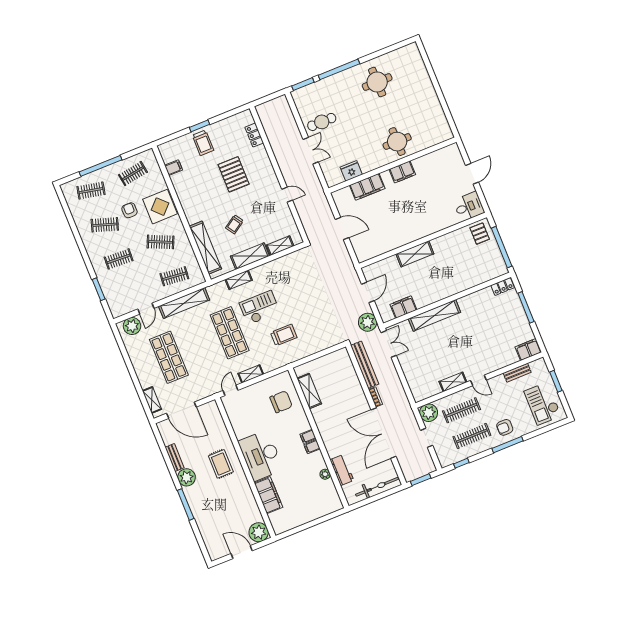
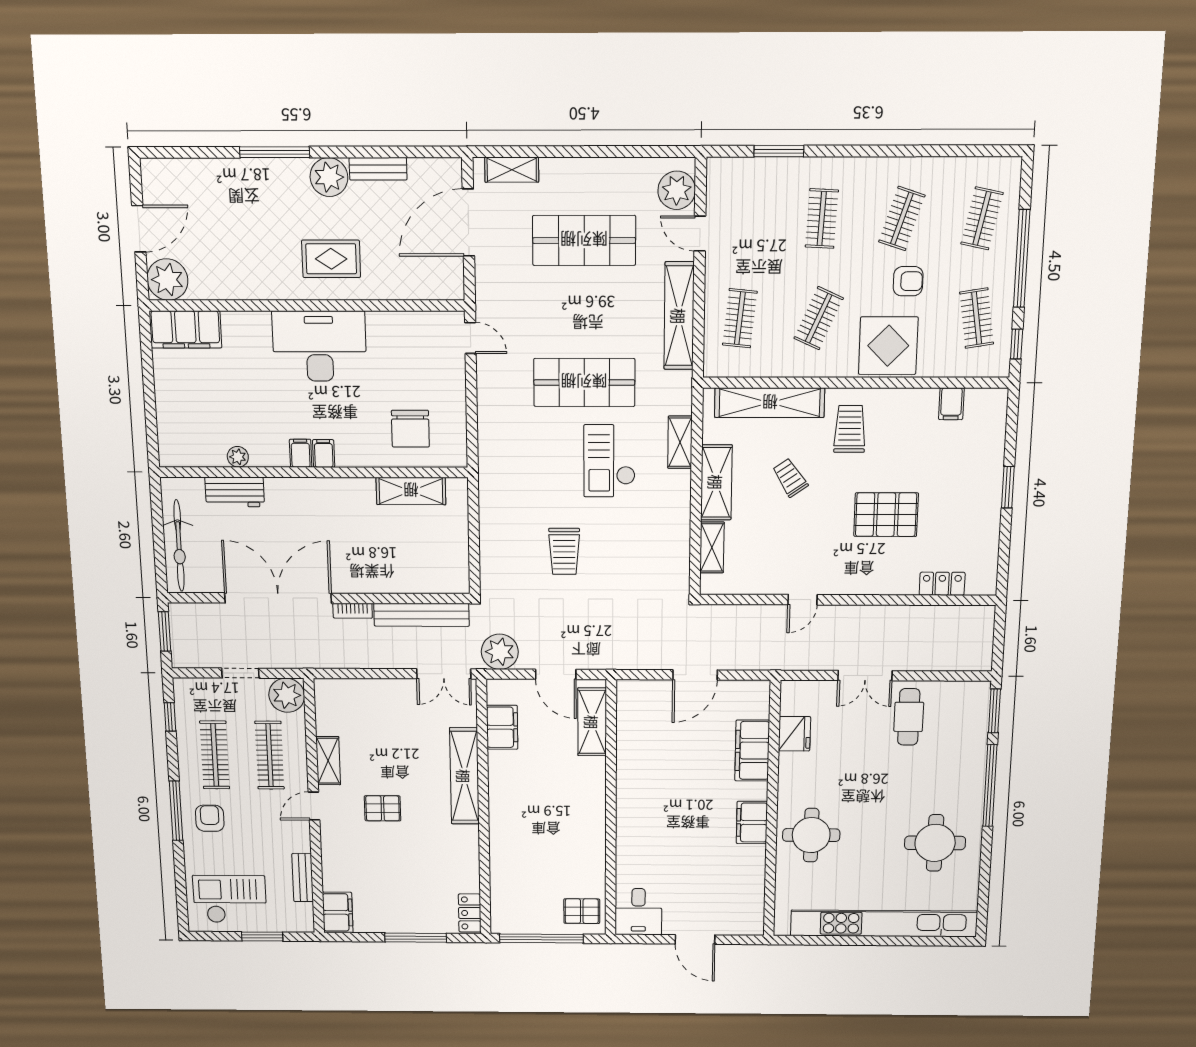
kitchen unit: (427, 88) -> (884, 923), added
trolley: (203, 143) -> (850, 429), moved, turned 90
window: (137, 151) -> (1017, 344), added
shelving: (415, 254) -> (592, 722), moved
checkout: (260, 308) -> (609, 461), turned 180
trolley: (284, 335) -> (564, 551), moved
pallet: (466, 348) -> (383, 808), added
shelving: (251, 374) -> (488, 391), removed
filing cabinet: (268, 495) -> (186, 329), moved

